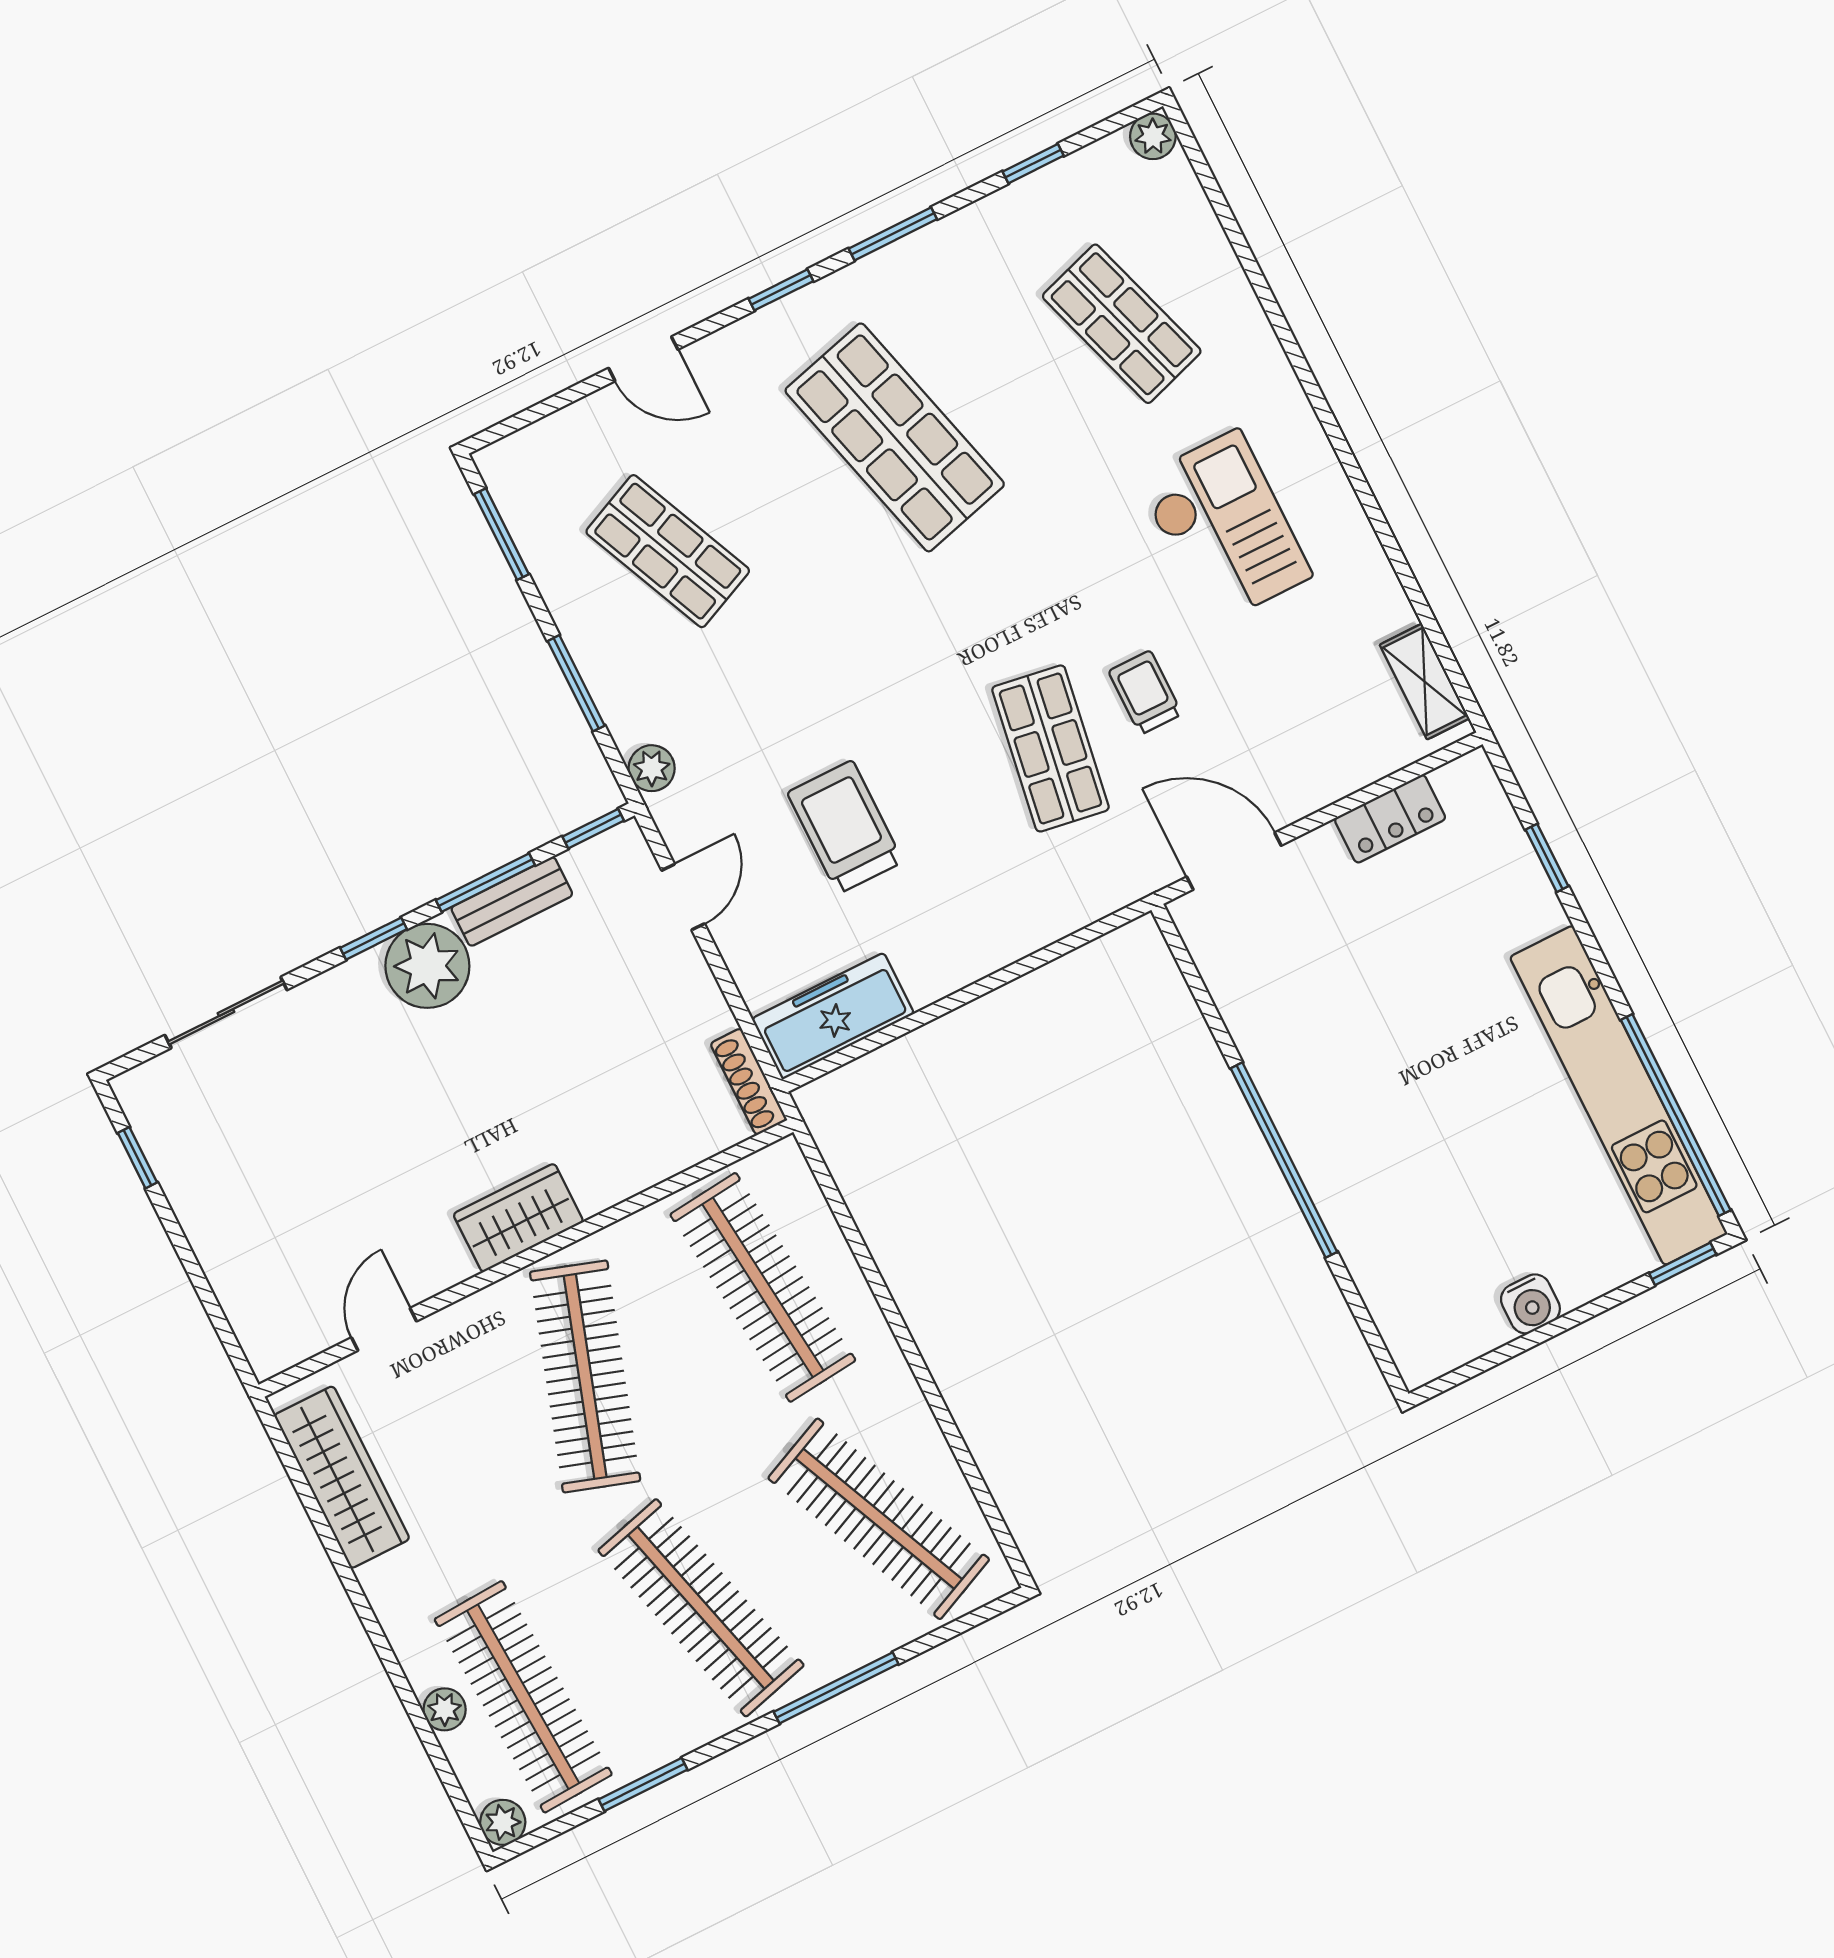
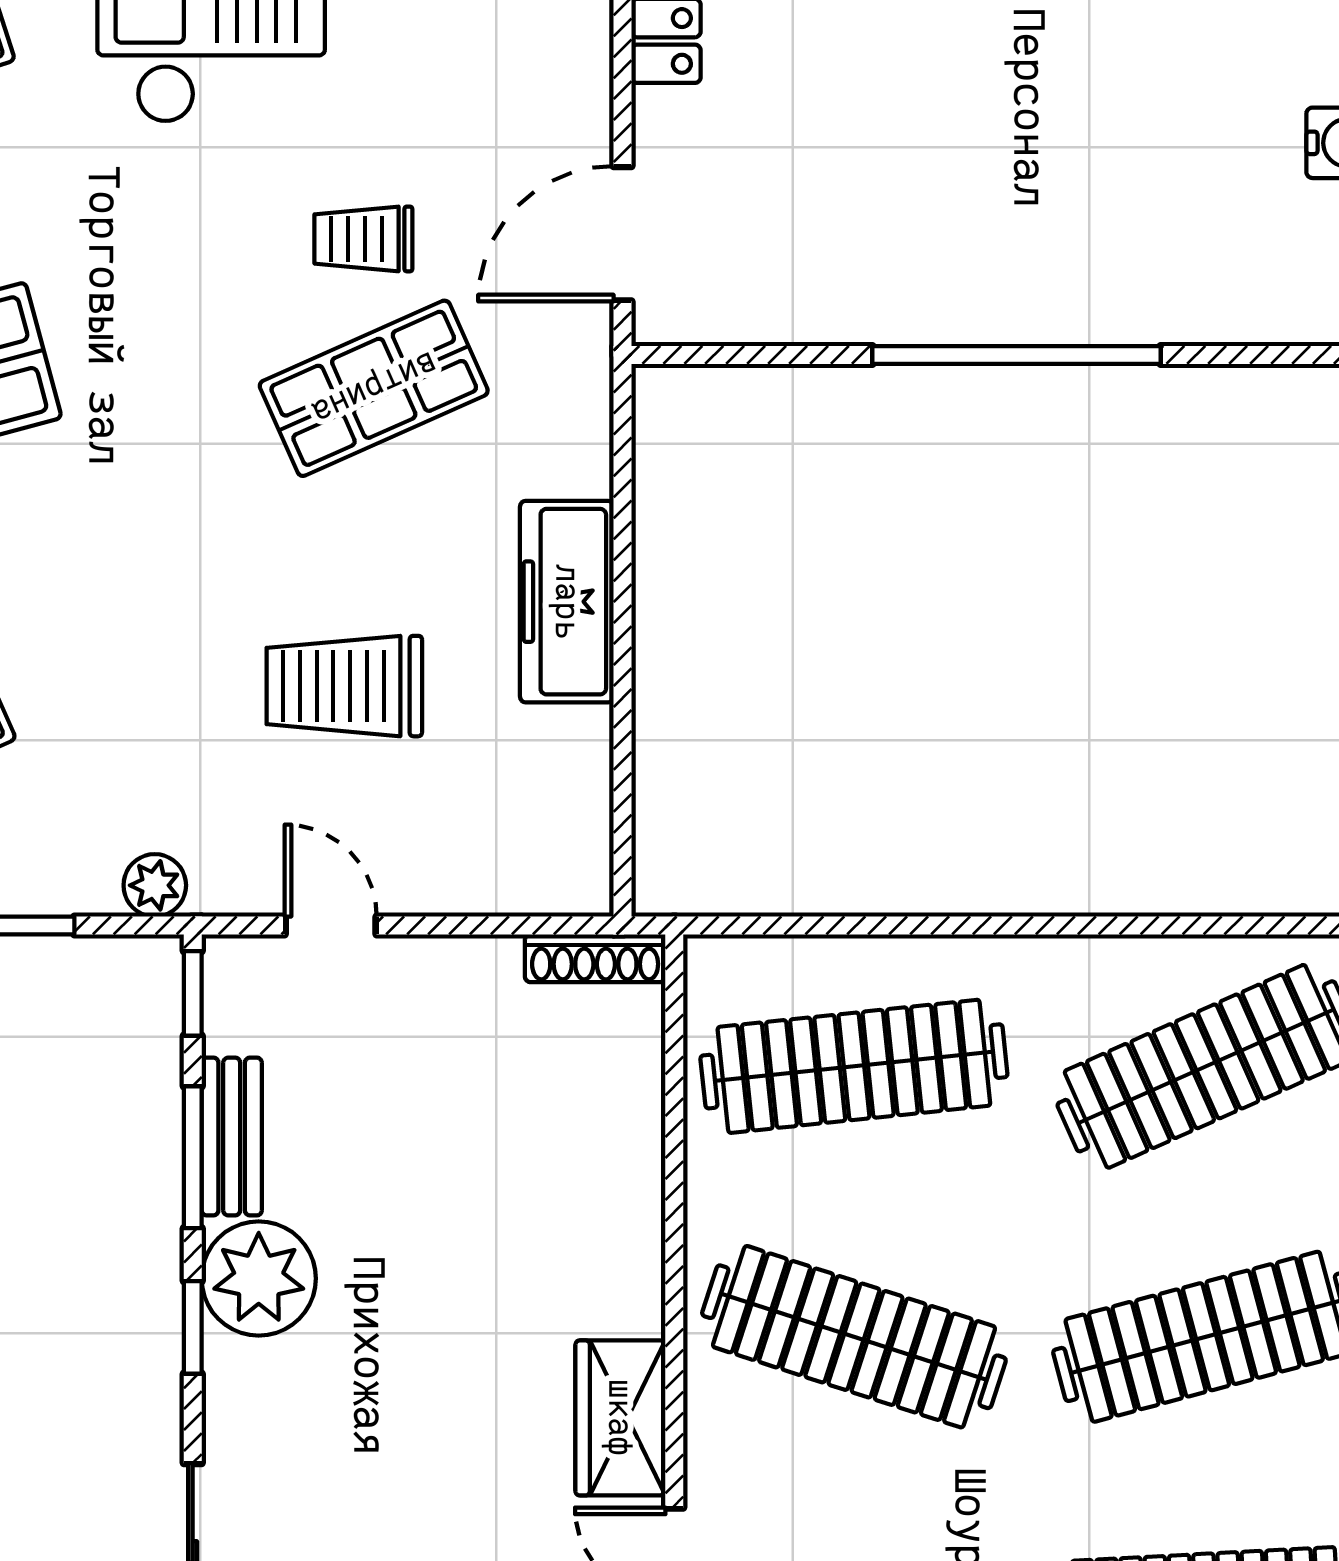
shop shelf: (1050, 748) -> (374, 388), turned -33
freezer: (833, 1016) -> (567, 602), moved
wardrobe: (518, 1218) -> (620, 1418), moved

